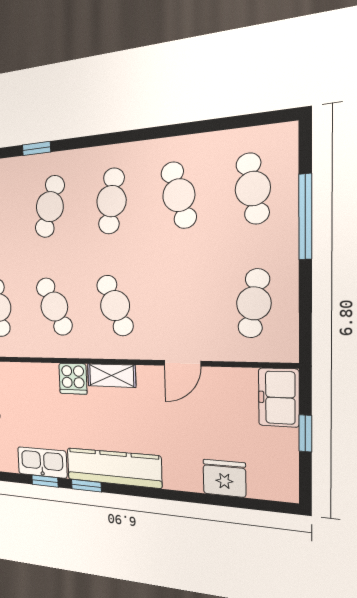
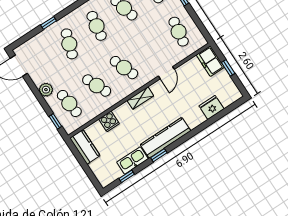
cooker: (73, 379) -> (109, 121), moved
window: (45, 481) -> (127, 176), moved

